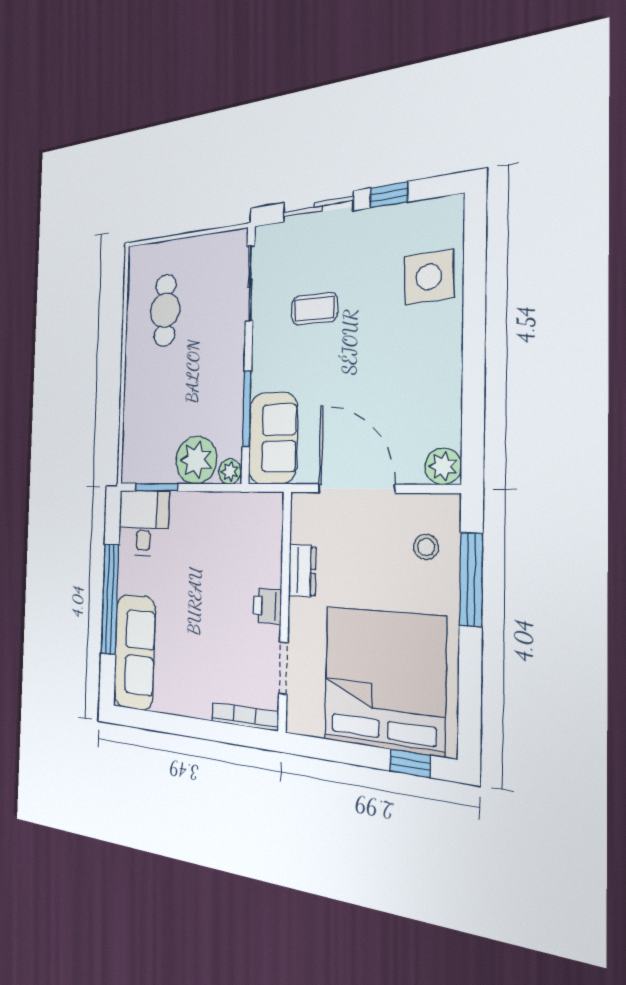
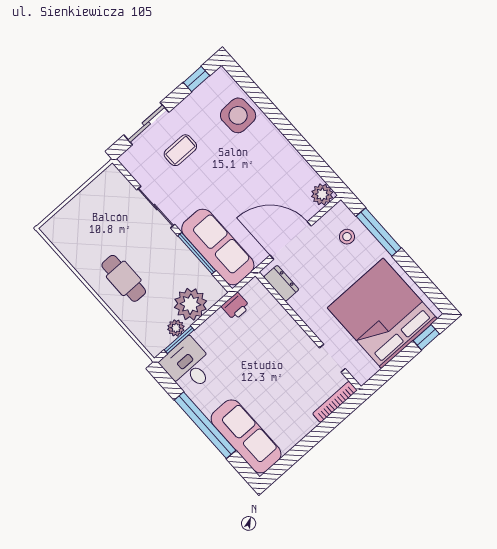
window: (389, 195) -> (196, 79), moved
sliding door: (250, 283) -> (156, 207), moved
coffee table: (314, 309) -> (180, 150), moved
cafe table: (165, 310) -> (124, 278), moved
sofa: (273, 438) -> (218, 247), width x1.36
plant: (230, 471) -> (176, 328), moved
dresser: (302, 571) -> (281, 283), moved
printer: (267, 606) -> (236, 306), moved, turned -90

